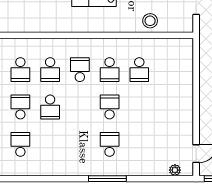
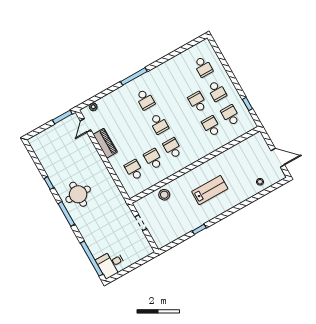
school desk: (80, 70) -> (134, 170), moved, turned 180
piano: (185, 120) -> (105, 143), added

